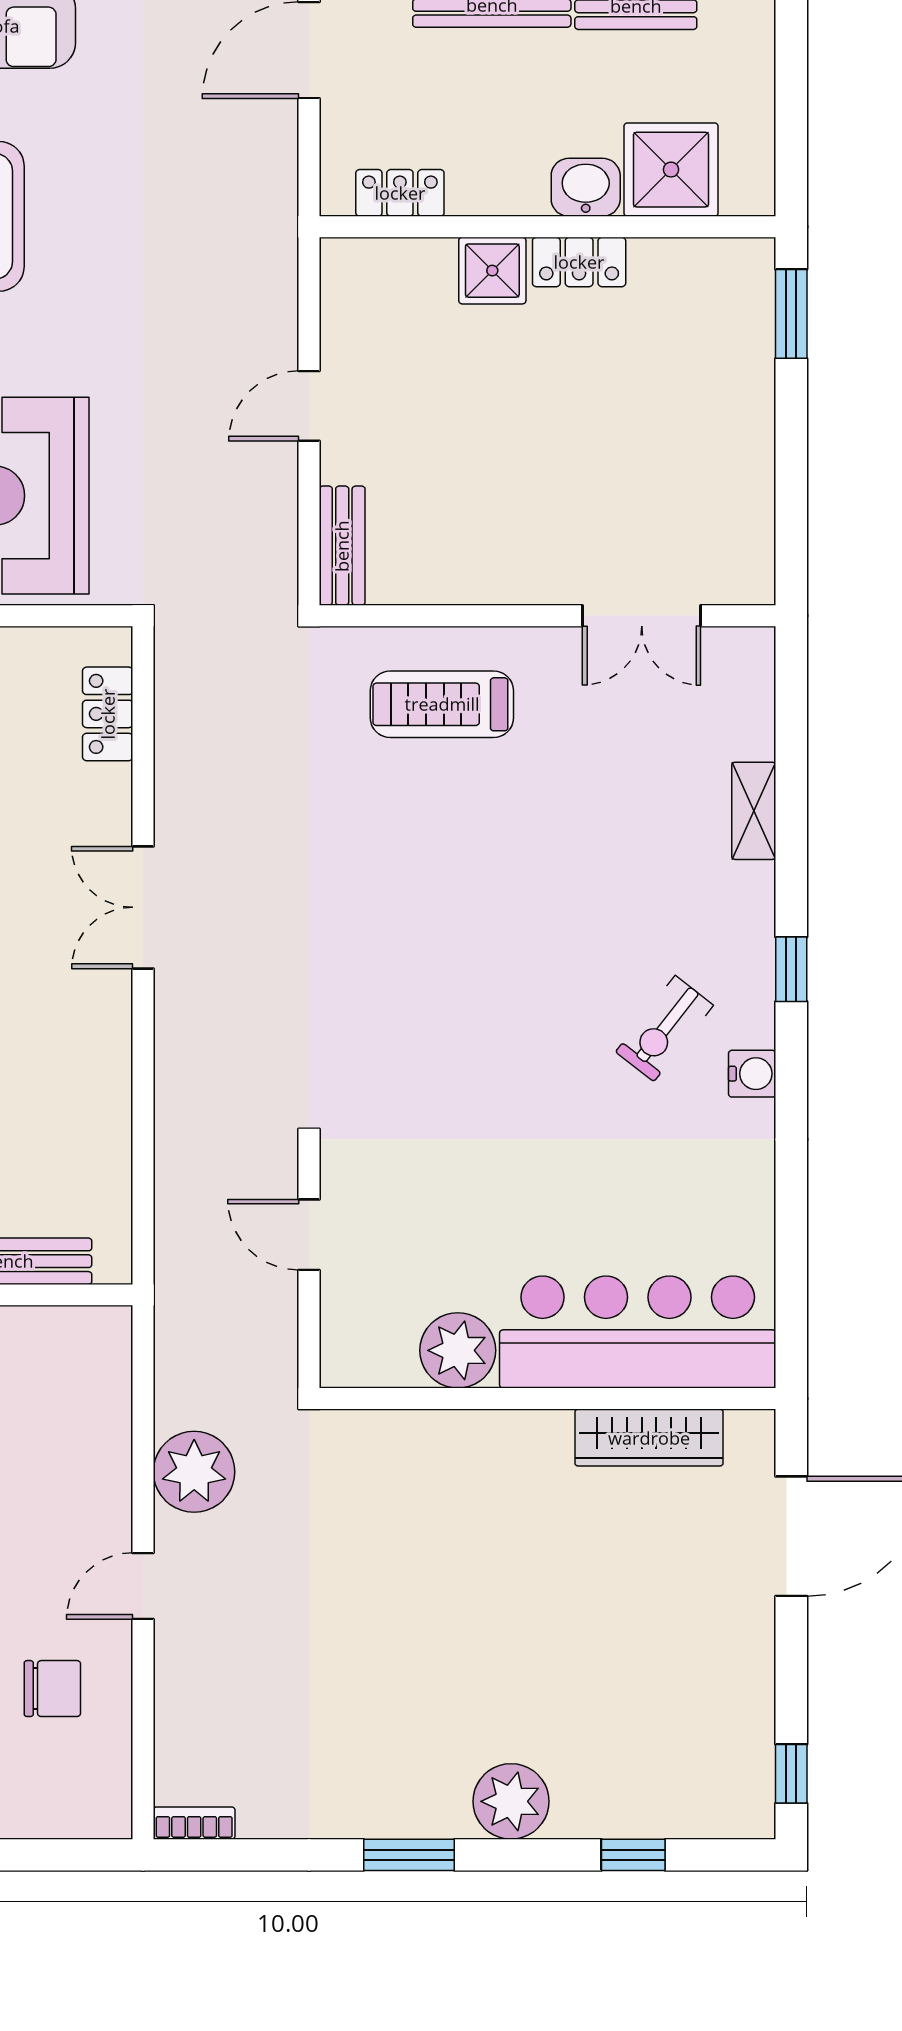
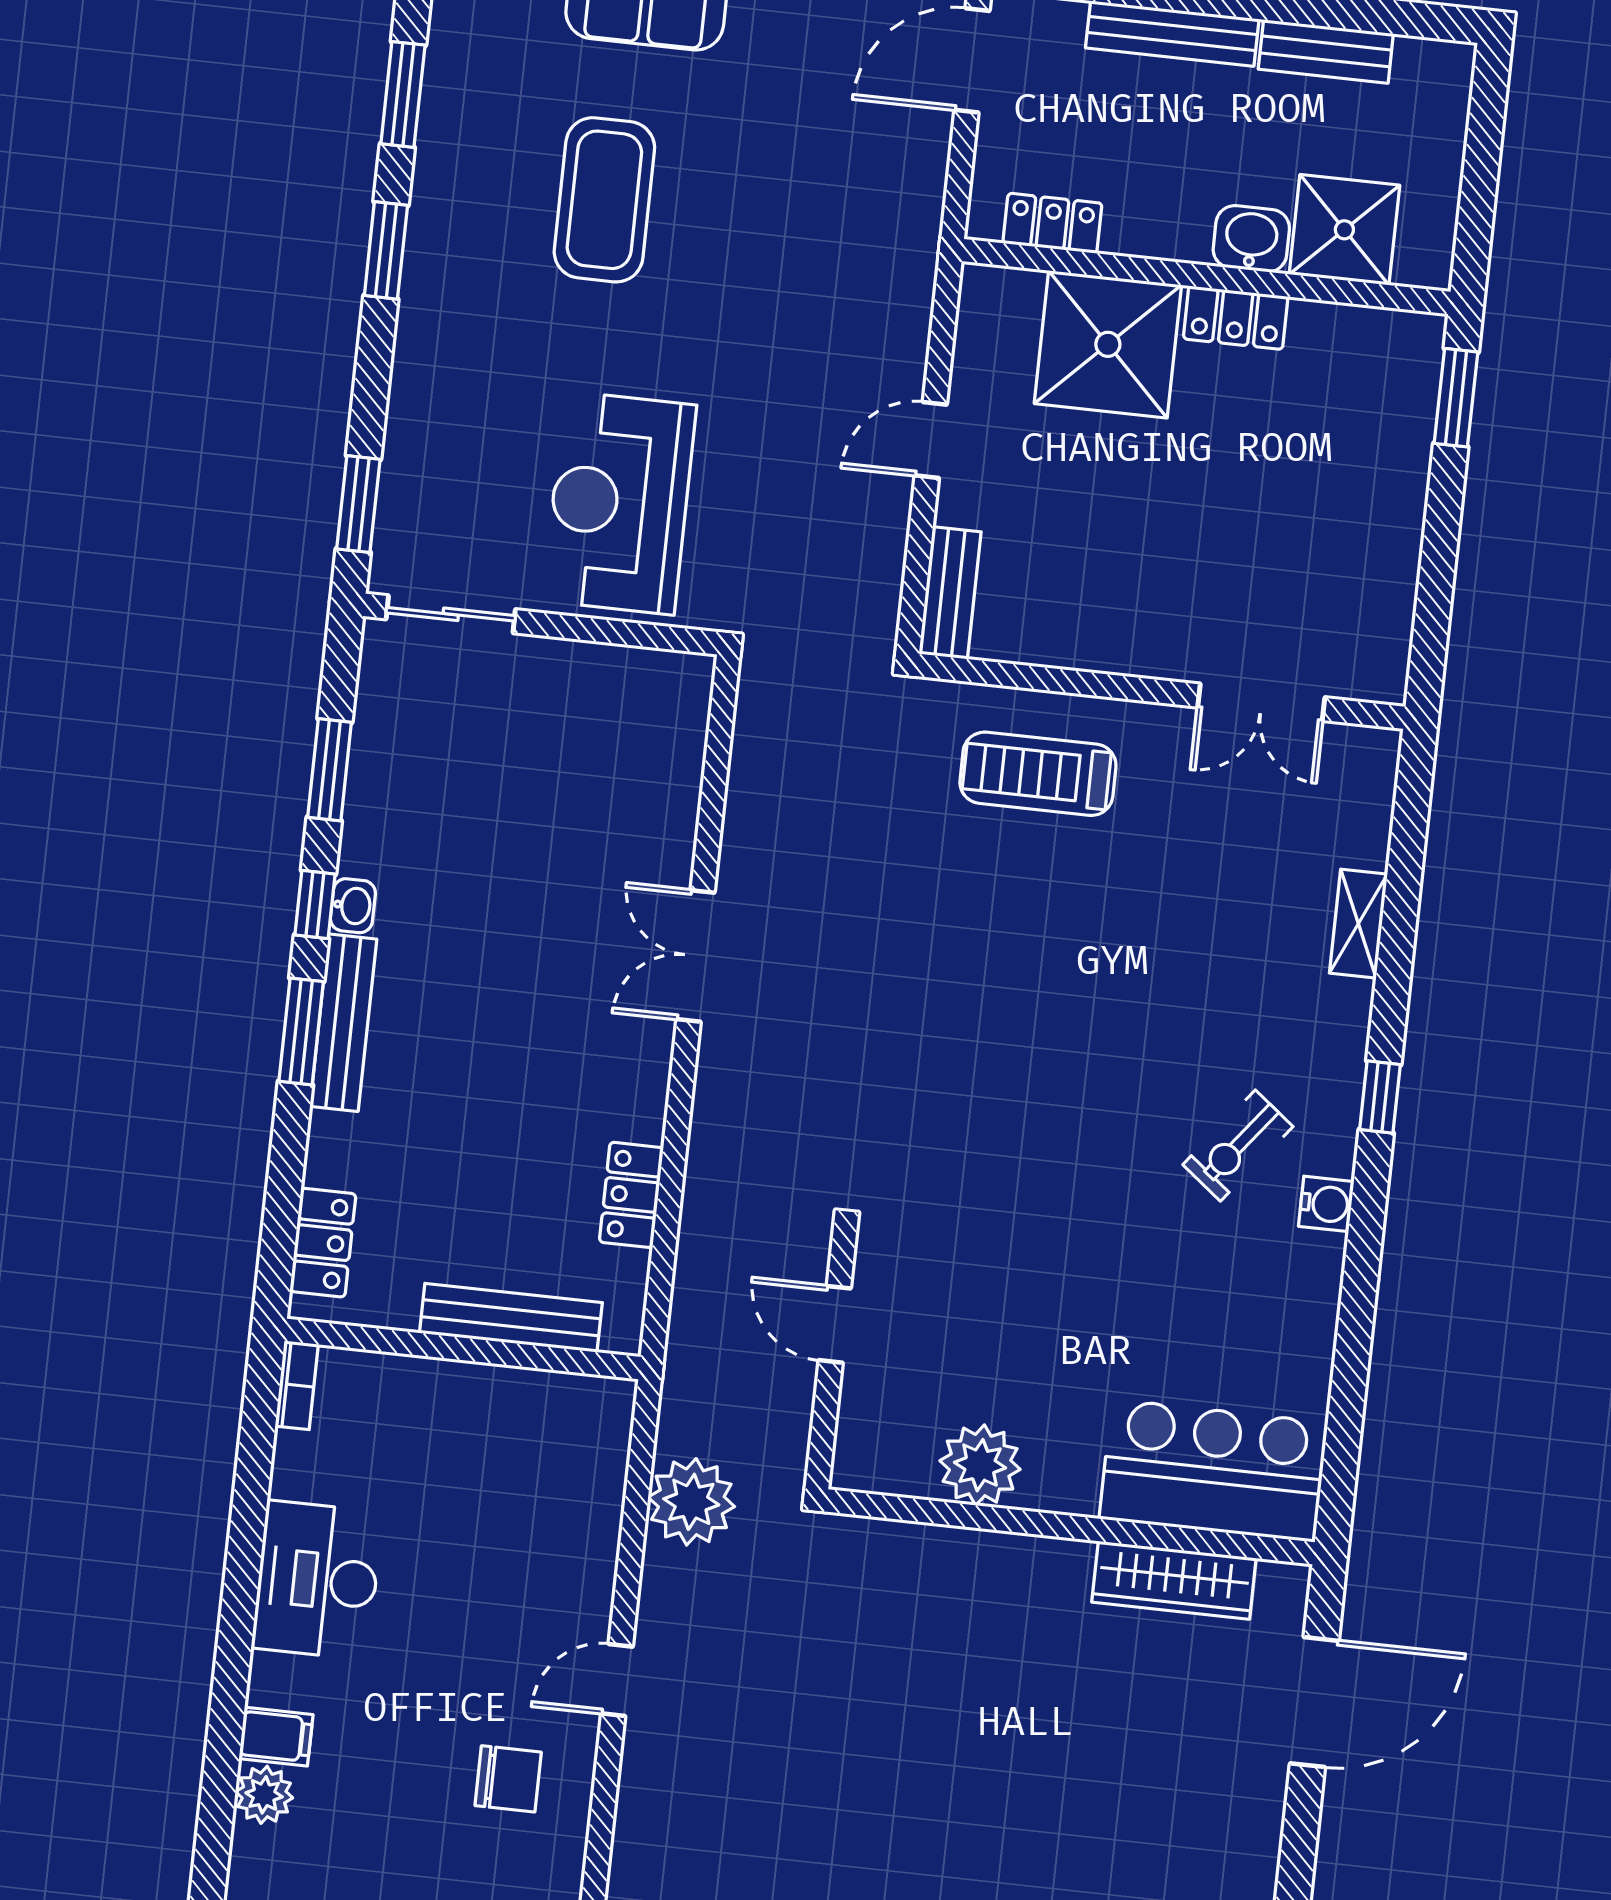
shower: (492, 271) -> (1108, 344), width x1.86, depth x1.86
locker: (108, 714) -> (631, 1195), moved
bar counter: (638, 1332) -> (1213, 1471), width x0.73
plant: (194, 1472) -> (691, 1502), moved

